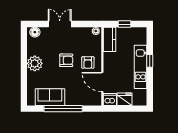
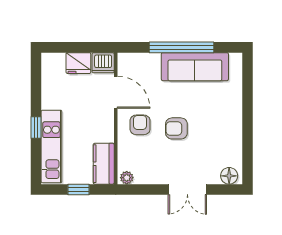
plant: (35, 63) -> (229, 123), removed
kitchen unit: (141, 67) -> (51, 146), moved
sofa: (50, 97) -> (195, 67), width x1.36

